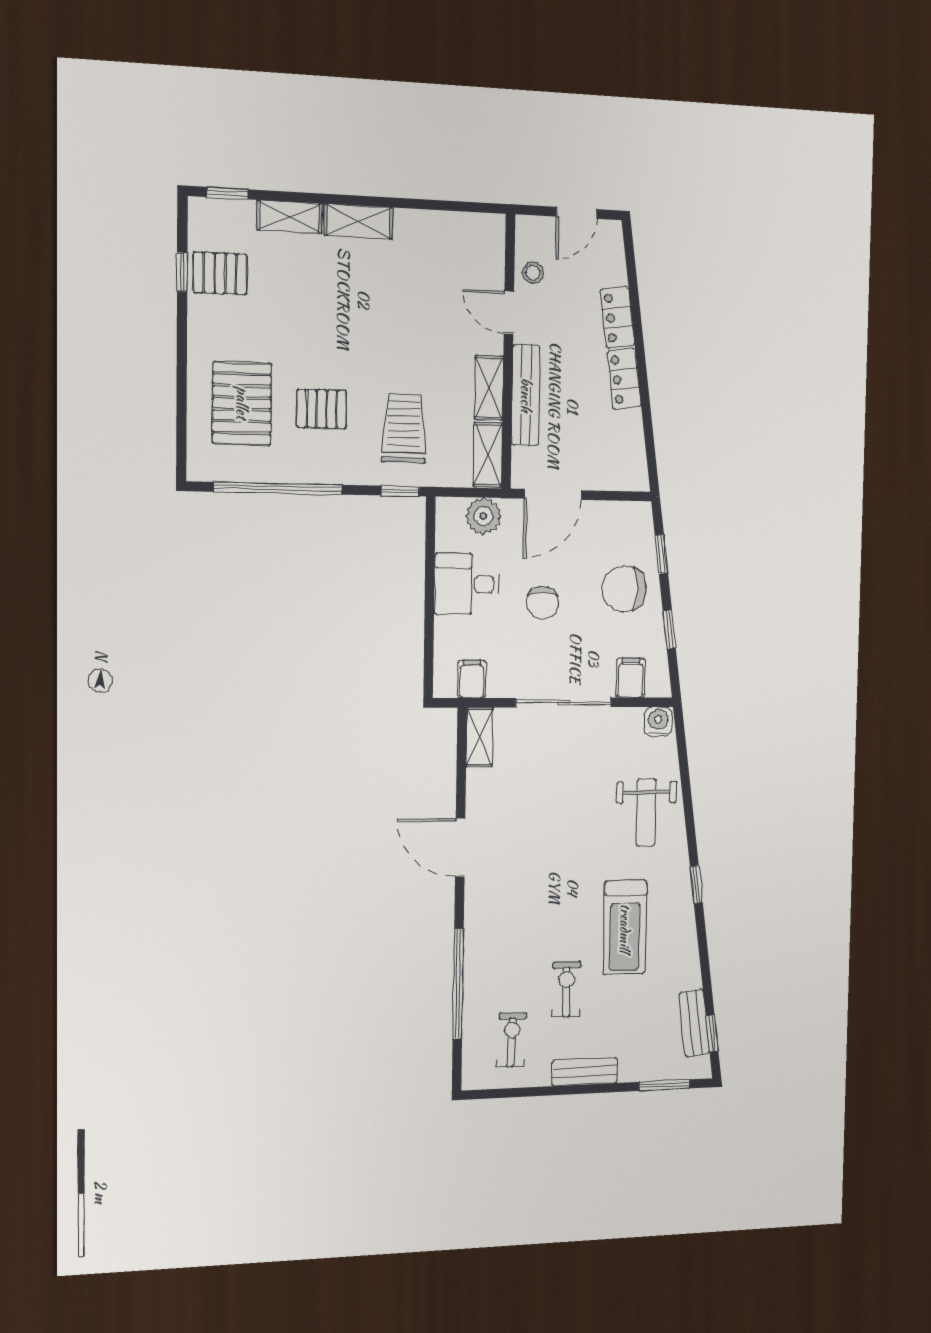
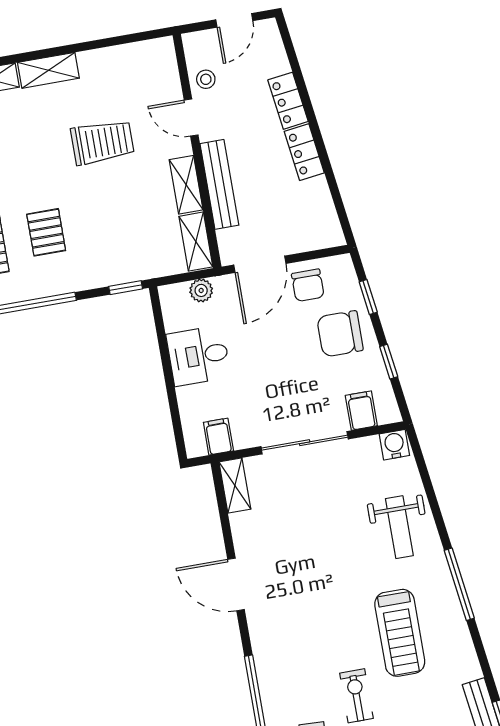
pallet: (322, 409) -> (46, 232), turned 90
trolley: (404, 428) -> (102, 142), moved, turned 90
plant: (483, 516) -> (201, 290), width x0.73, depth x0.73
chair: (543, 603) -> (308, 285), moved
window: (696, 884) -> (459, 584), width x2.17

